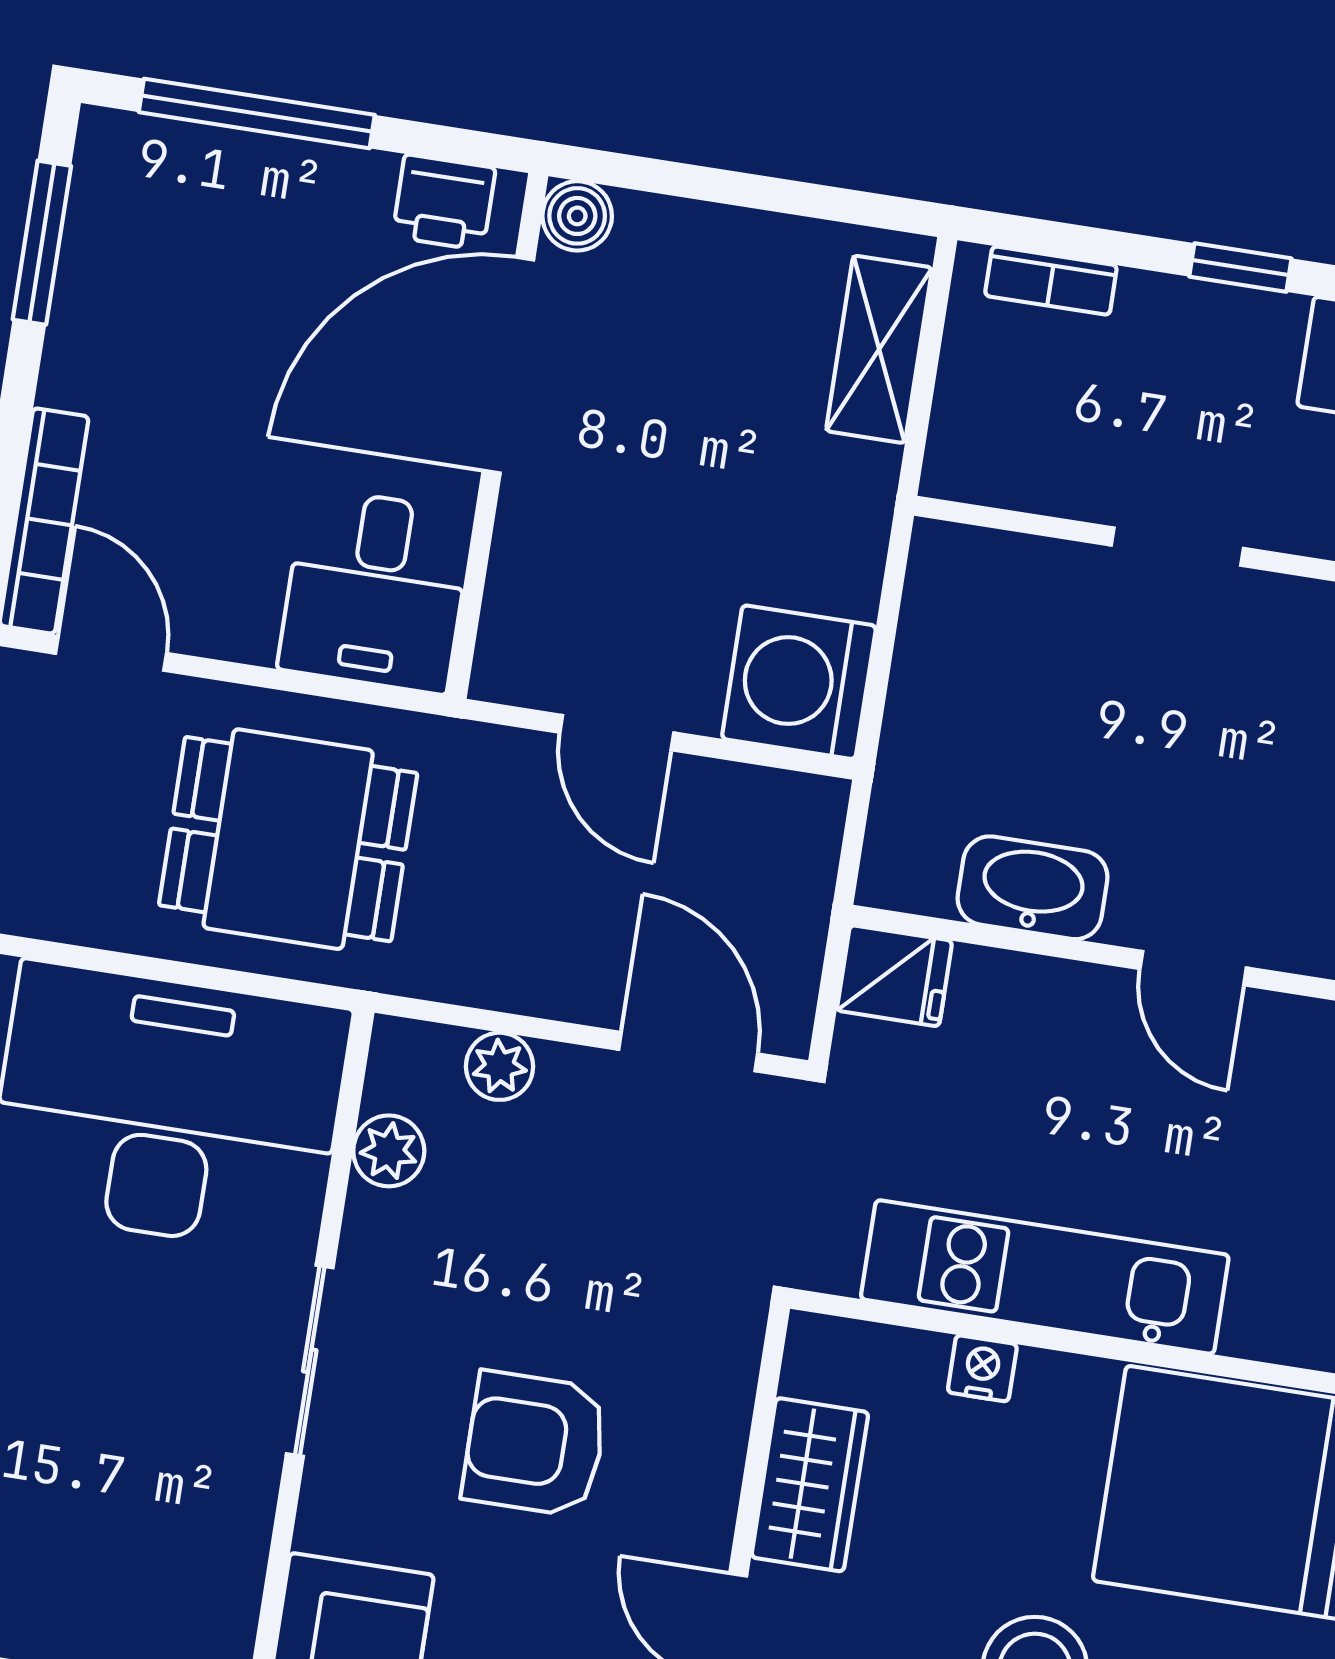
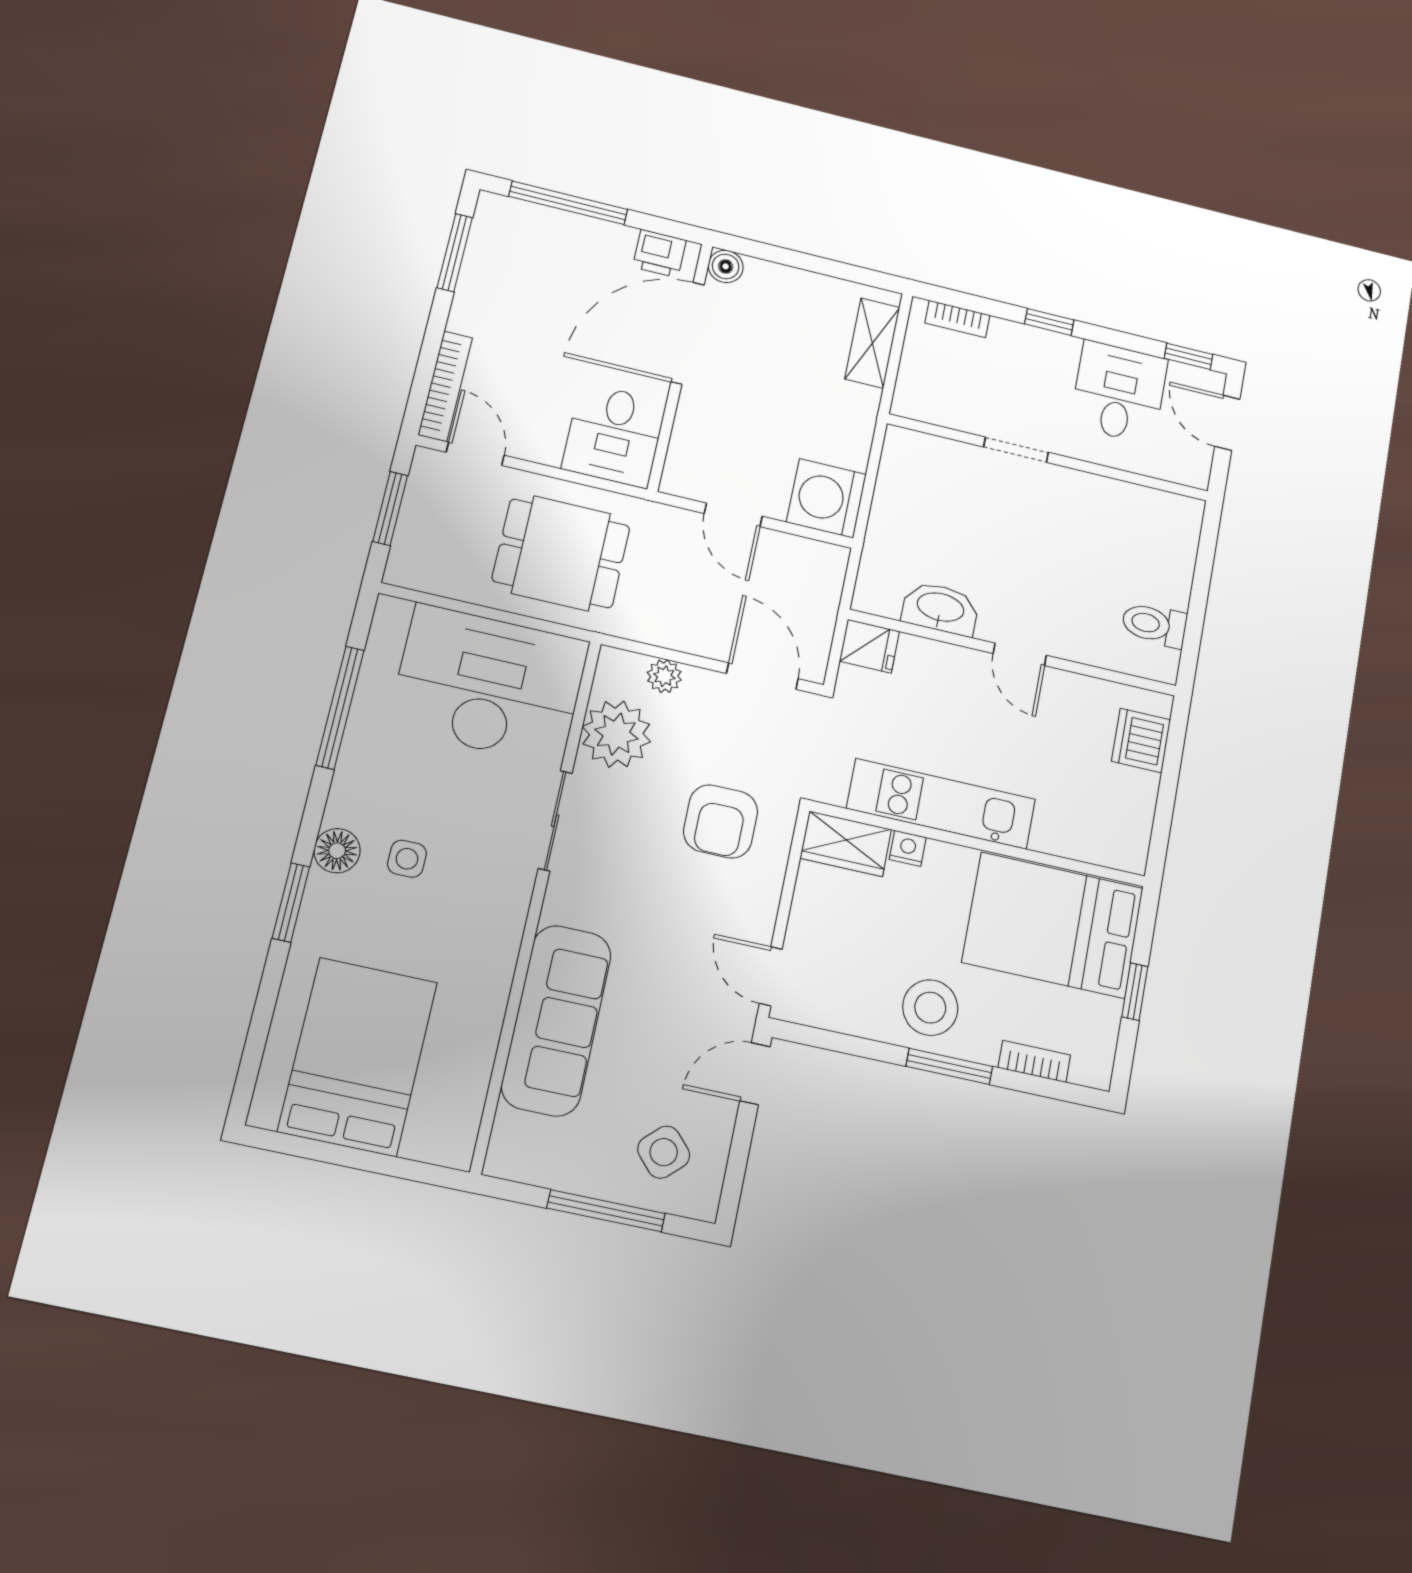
plant: (389, 1151) -> (616, 734), width x1.88, depth x1.88
armchair: (535, 1444) -> (721, 821), moved, turned -90
side table: (41, 1451) -> (407, 859), added
wardrobe: (810, 1485) -> (846, 844), moved, turned 90

